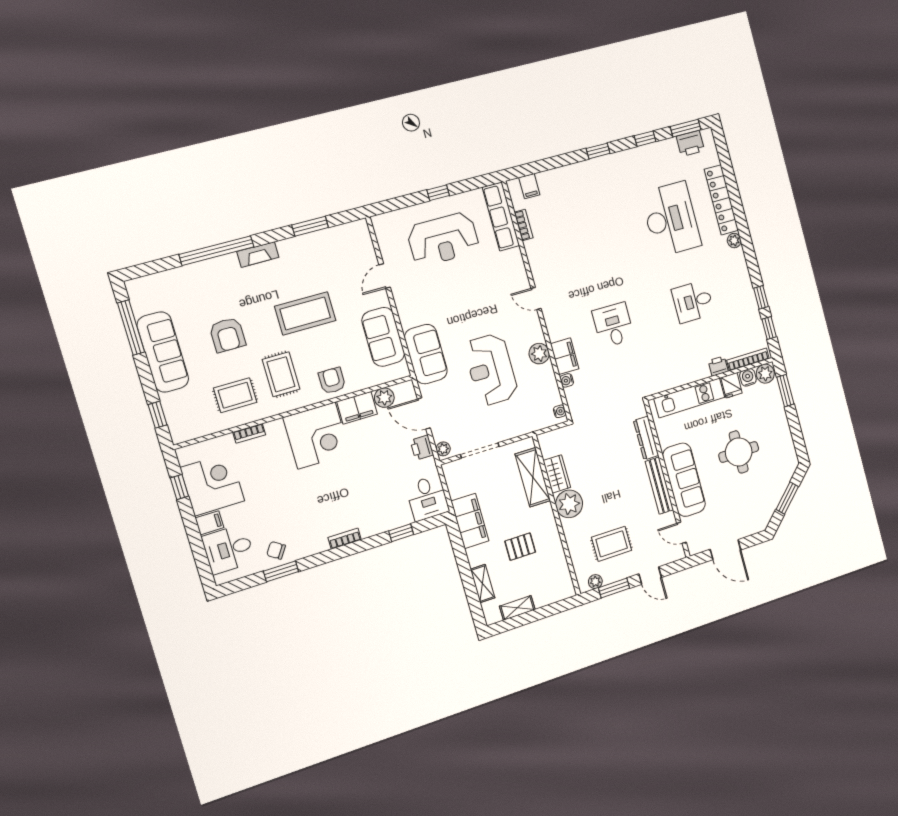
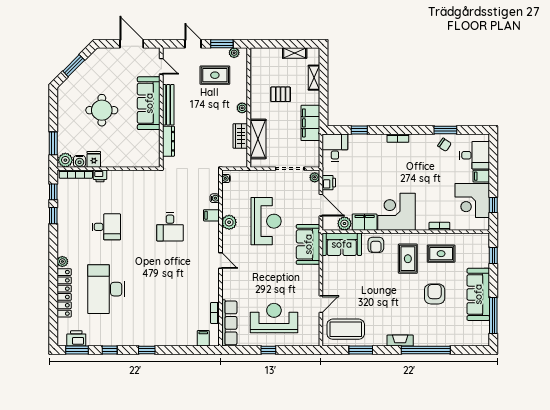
coffee table: (305, 313) -> (346, 329), moved
sofa: (383, 337) -> (342, 244), moved, turned 90
filing cabinet: (565, 356) -> (211, 215), width x0.50
kitchen unit: (689, 398) -> (128, 160), removed
plant: (569, 504) -> (242, 108), width x0.53, depth x0.53

